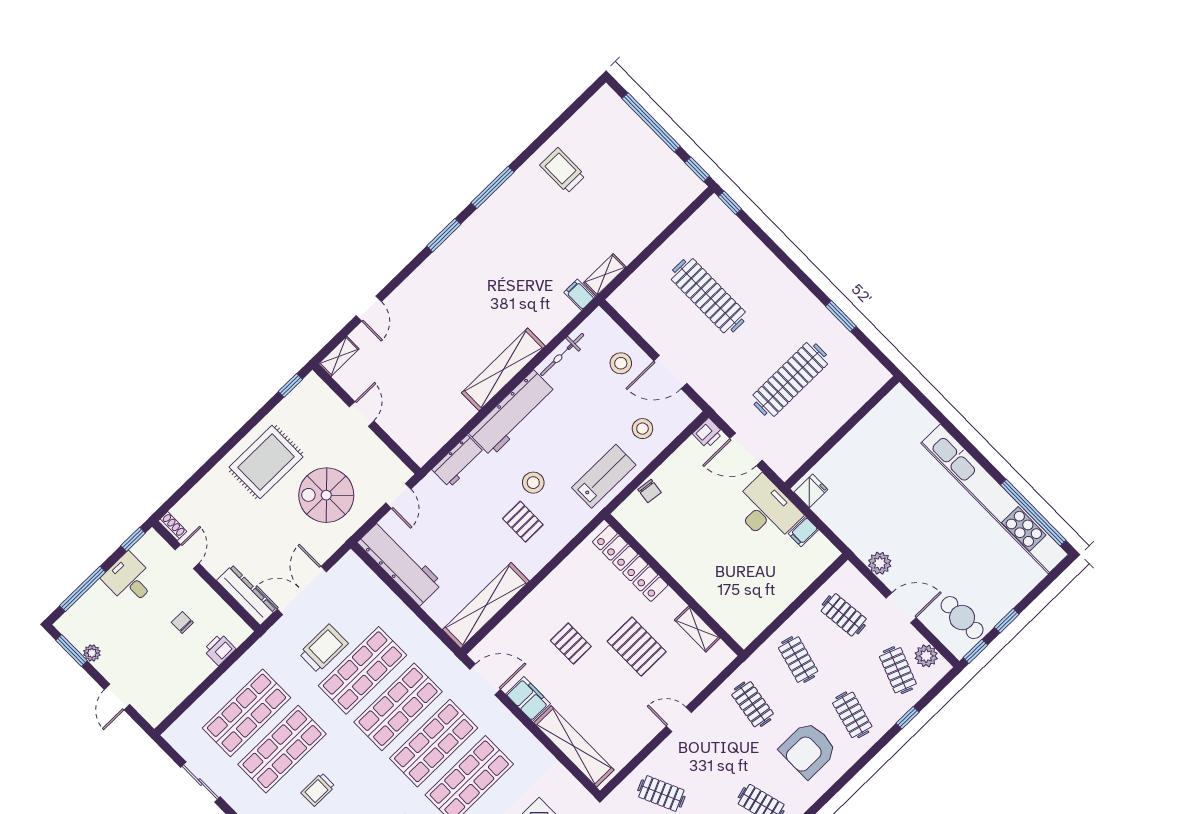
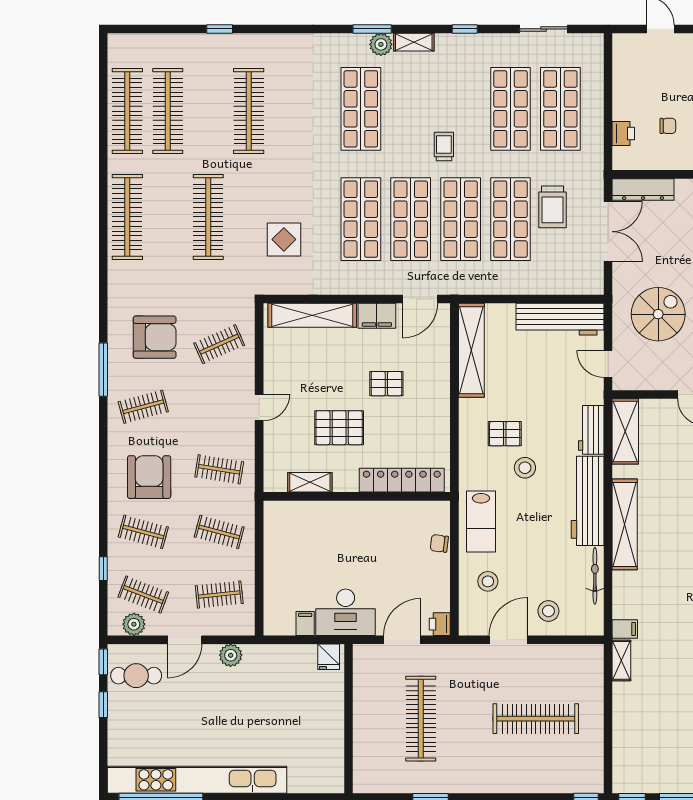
shelving: (435, 435) -> (625, 431), added
trolley: (318, 790) -> (444, 146), moved

